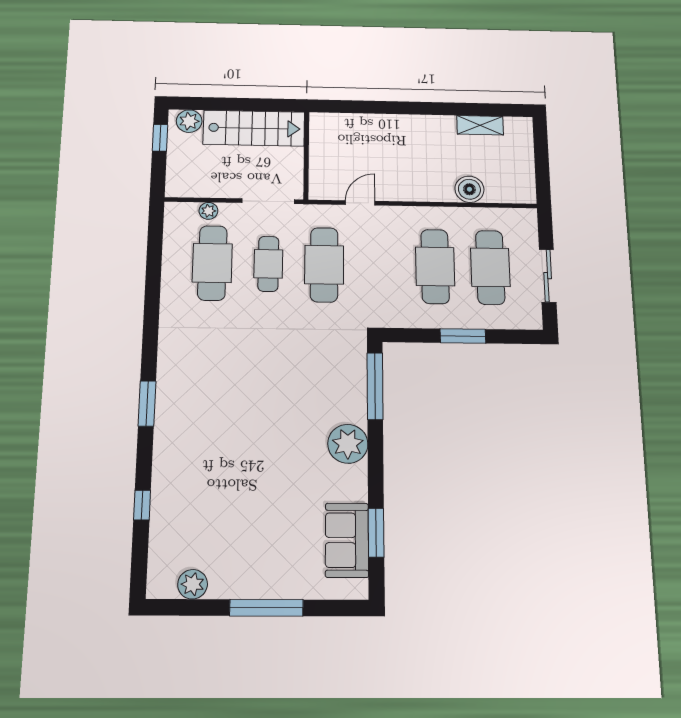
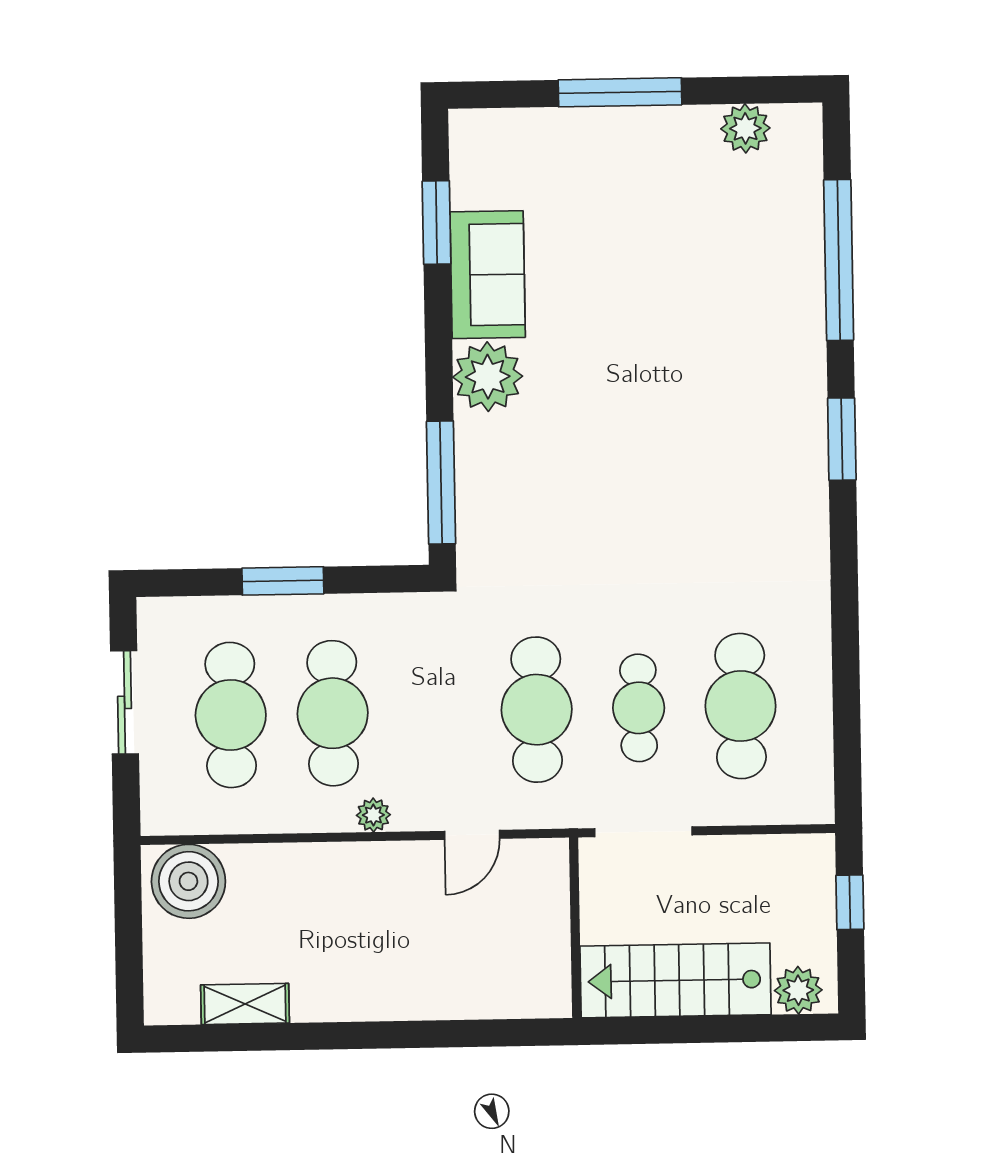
window: (160, 138) -> (850, 902), moved
boiler: (469, 189) -> (188, 881), moved, width x1.37, depth x1.37
plant: (208, 211) -> (373, 815), moved
window: (142, 505) -> (839, 260), width x3.17
sofa: (347, 540) -> (488, 275), moved

